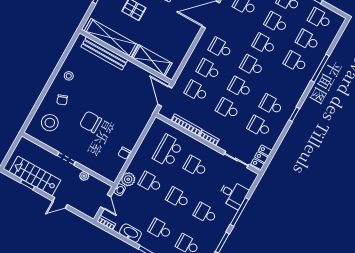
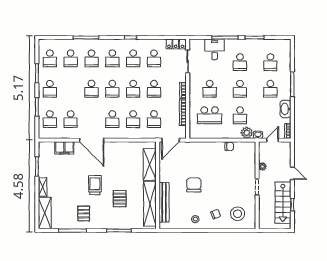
school desk: (276, 23) -> (112, 58), moved
chair: (91, 122) -> (194, 185), moved, turned 180

